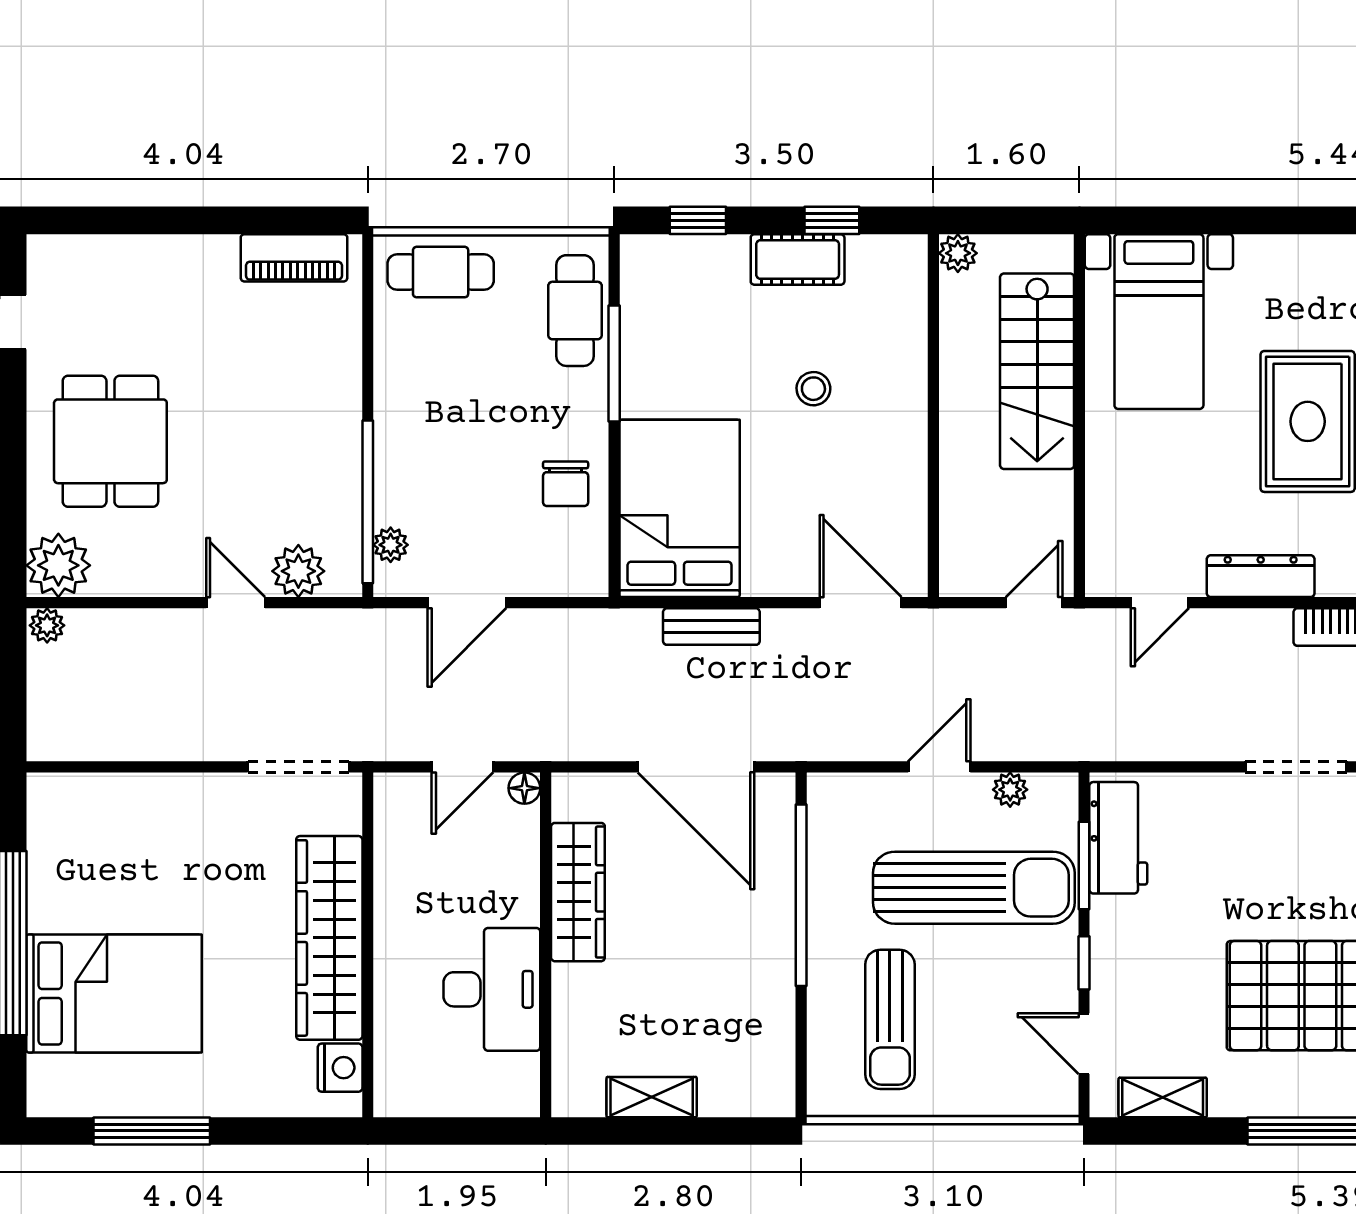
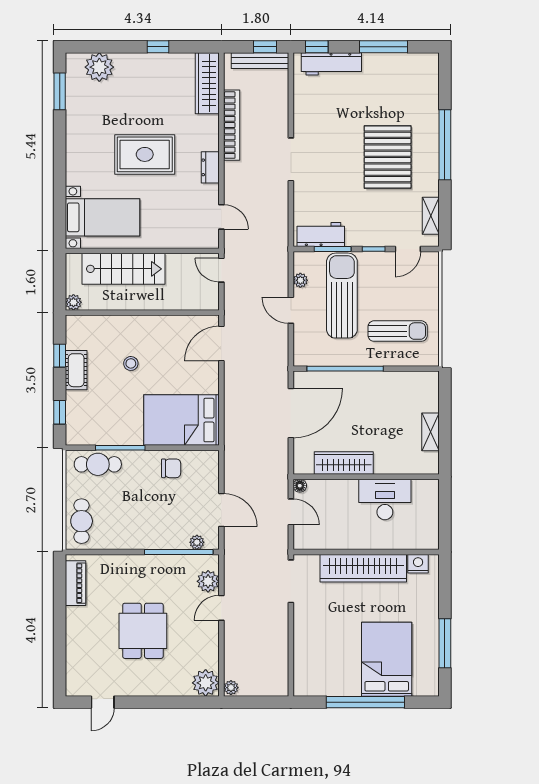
dining table: (110, 441) -> (143, 631), moved, turned 90
dresser: (1261, 576) -> (210, 167), width x0.70
bench: (711, 627) -> (231, 407), removed

